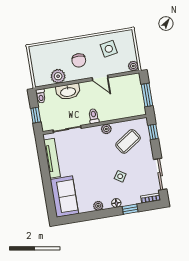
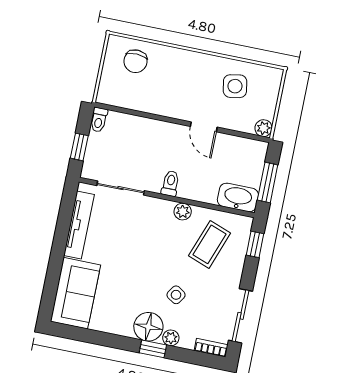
chair: (79, 60) -> (136, 61), moved
plant: (58, 76) -> (138, 99), removed
washbasin: (68, 92) -> (238, 197), moved, turned 180
coffee table: (128, 141) -> (210, 244), turned -36
floor lamp: (116, 203) -> (148, 327), width x1.89, depth x1.89
plant: (98, 206) -> (171, 338), moved
window: (130, 209) -> (153, 349), moved

